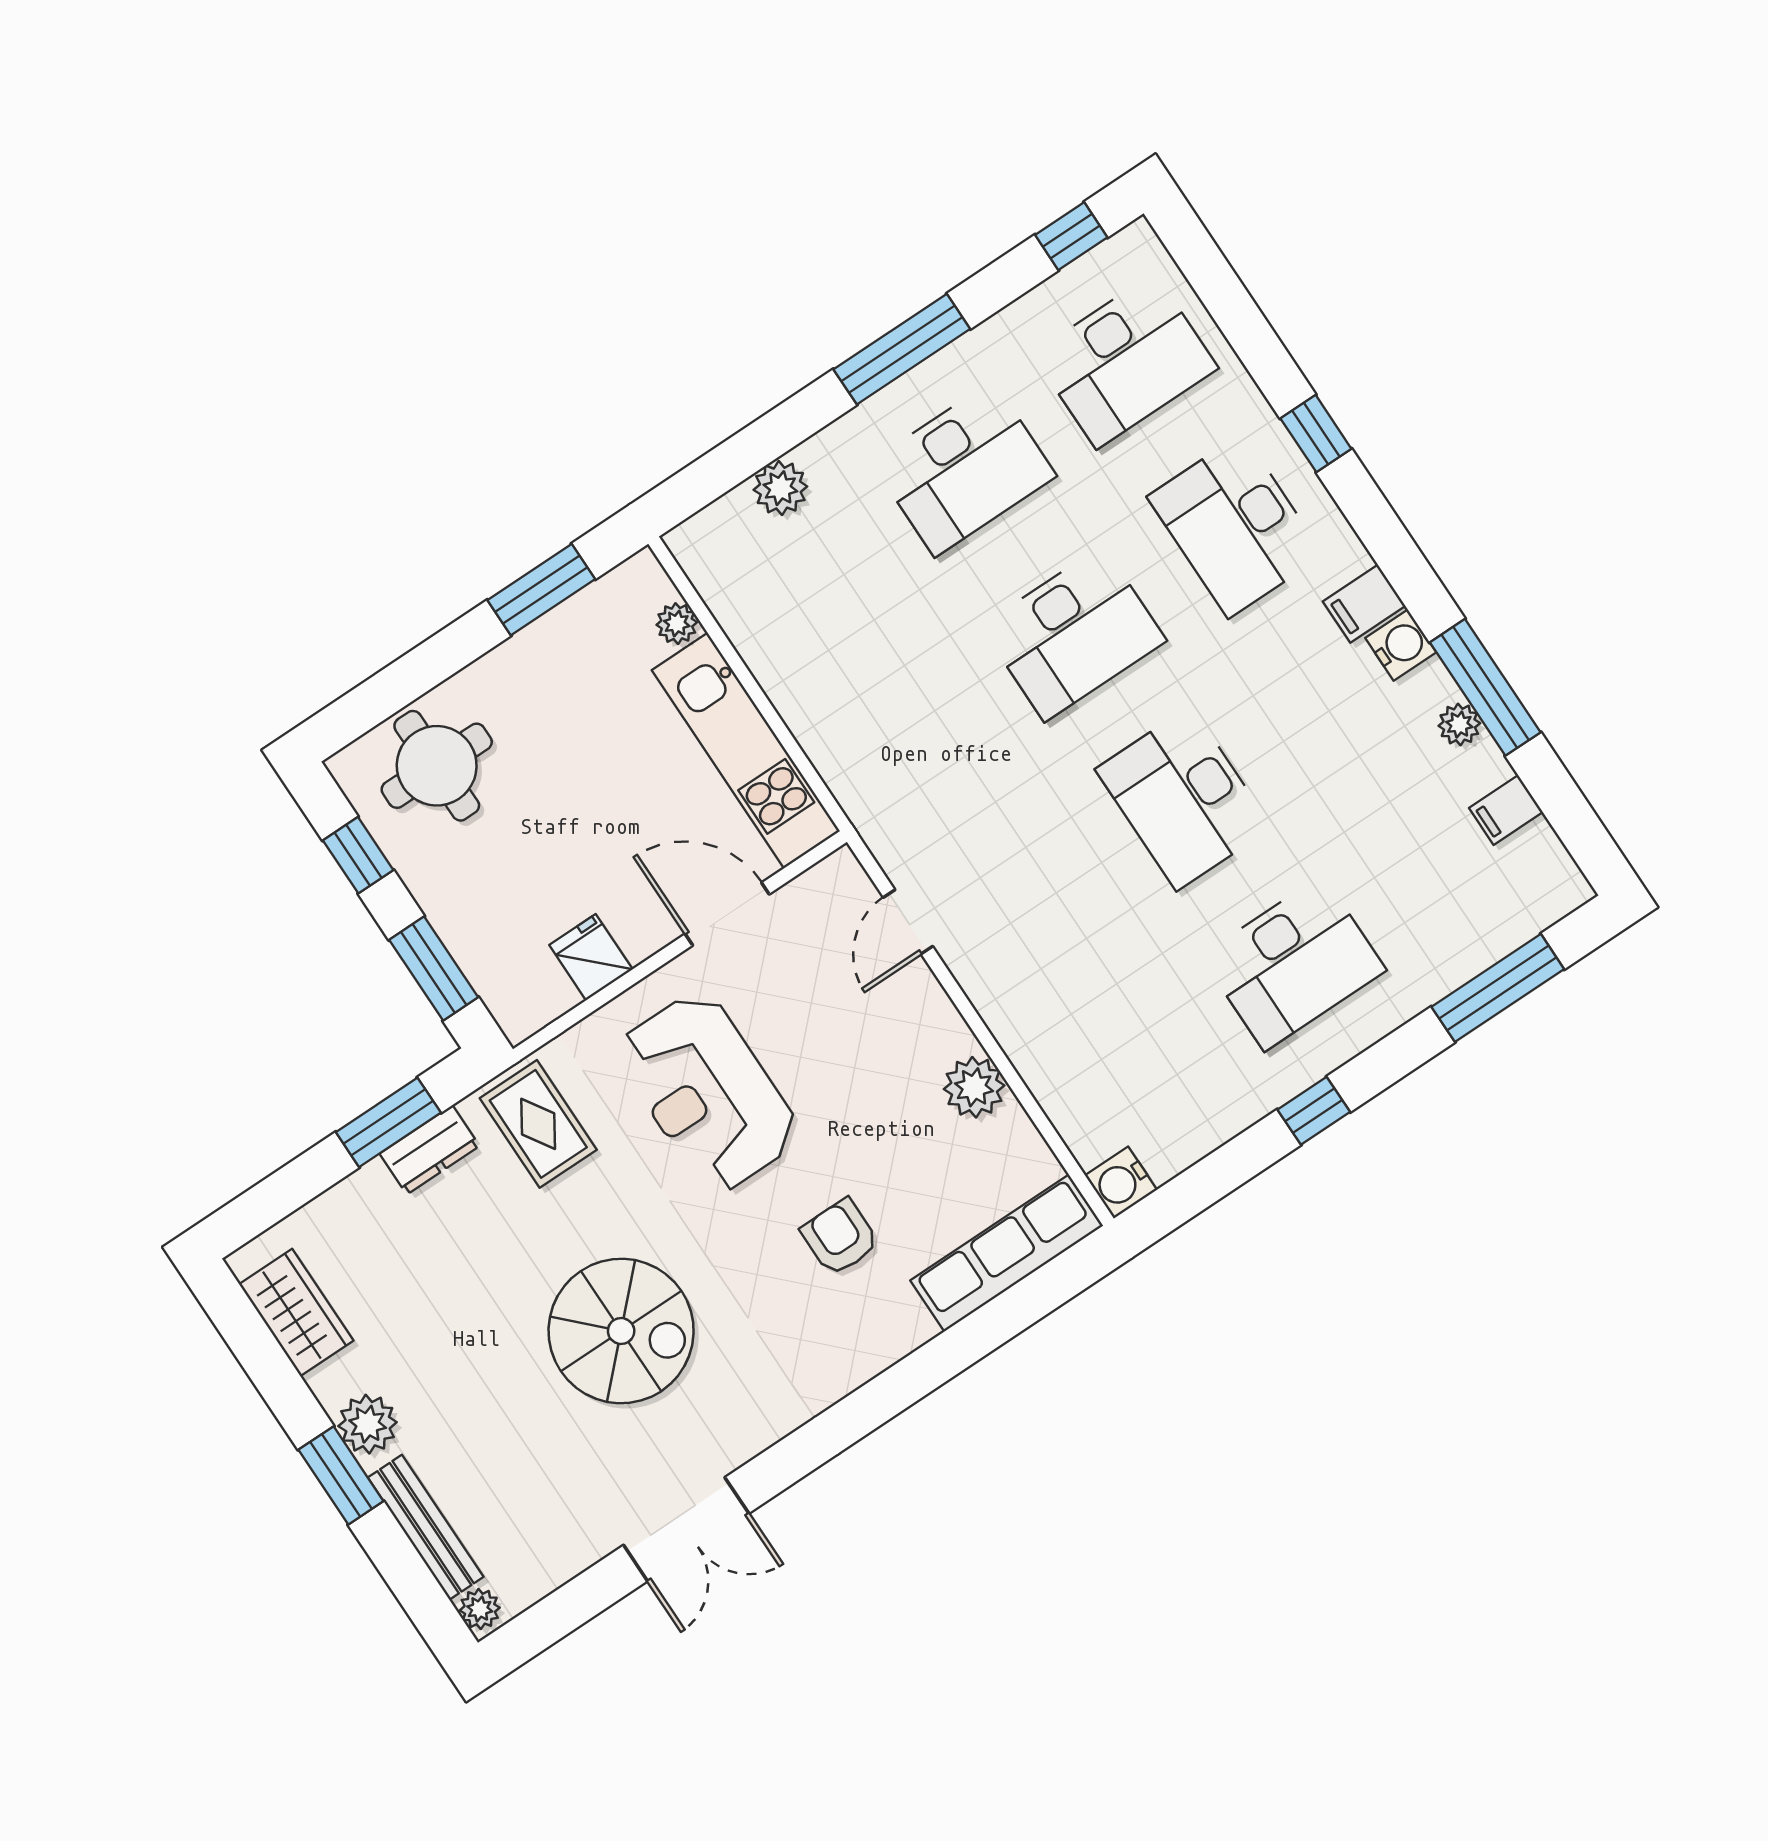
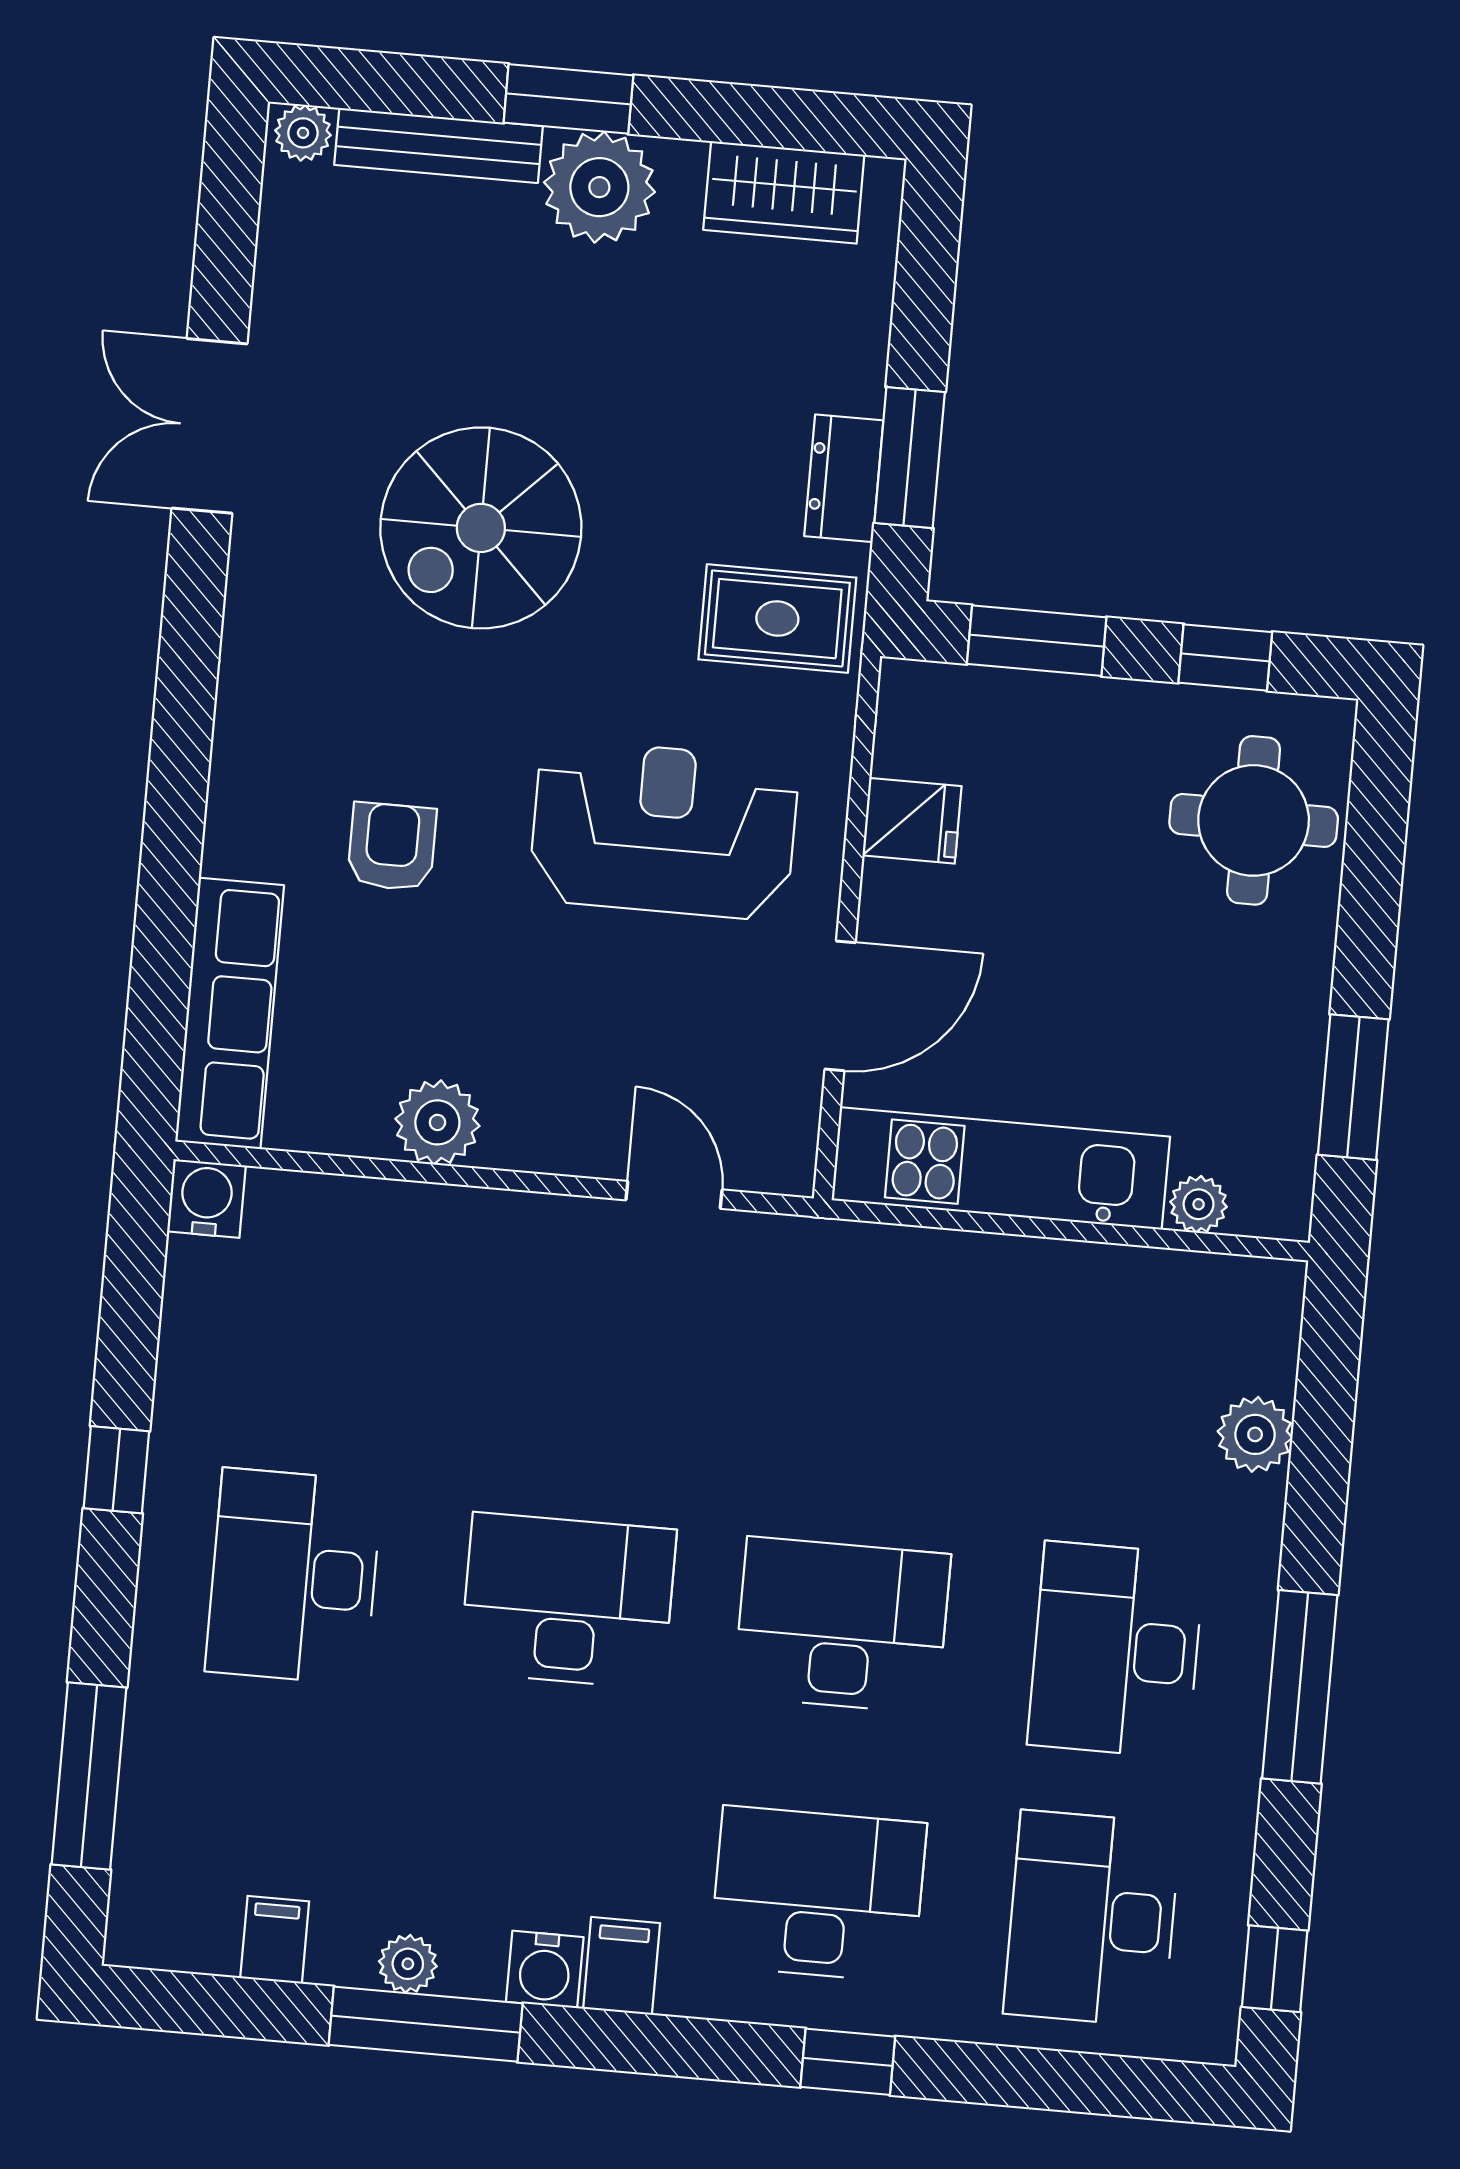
desk: (1074, 634) -> (842, 1625), turned 90
armchair: (840, 1237) -> (392, 847), turned -90
plant: (368, 1424) -> (599, 187), width x1.36, depth x1.36

